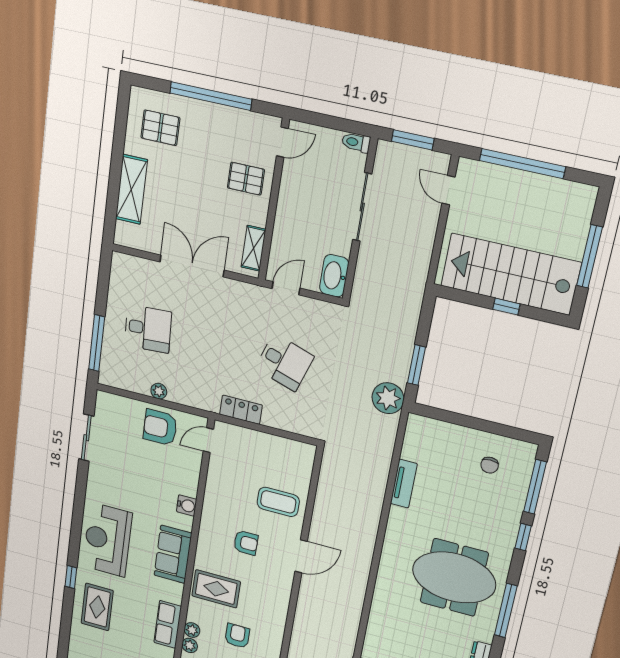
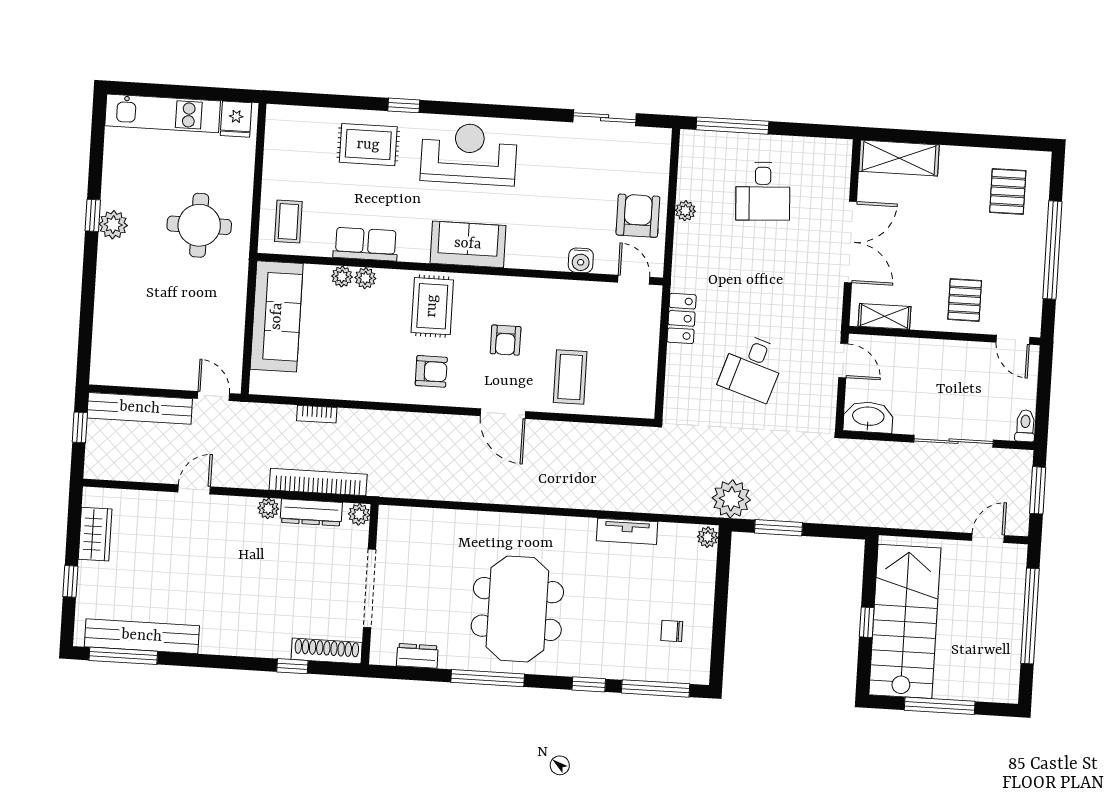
shelving: (131, 189) -> (899, 158), moved
plant: (417, 423) -> (708, 537), added
water cooler: (187, 505) -> (581, 260), moved
armchair: (237, 636) -> (431, 371), moved

